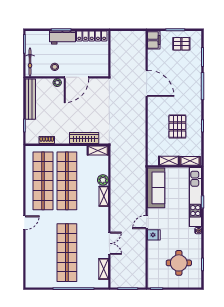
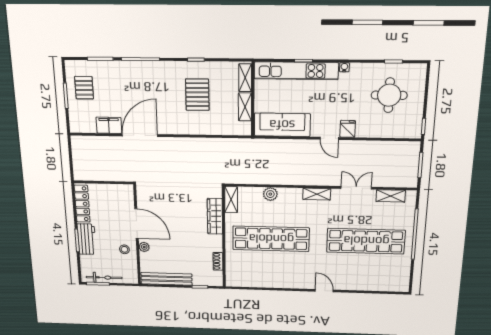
filing cabinet: (154, 40) -> (109, 125), moved
bicycle: (30, 62) -> (104, 278), moved
pallet: (177, 126) -> (197, 95), turned 90
shop shelf: (43, 181) -> (271, 267), removed
shelving: (104, 196) -> (317, 194), moved

